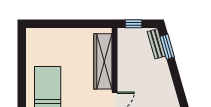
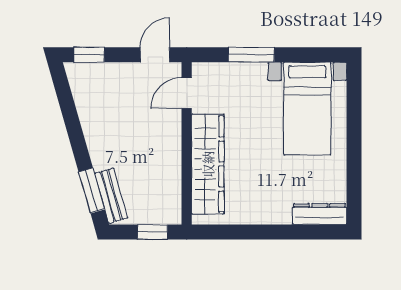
dresser: (41, 34) -> (320, 214), added

